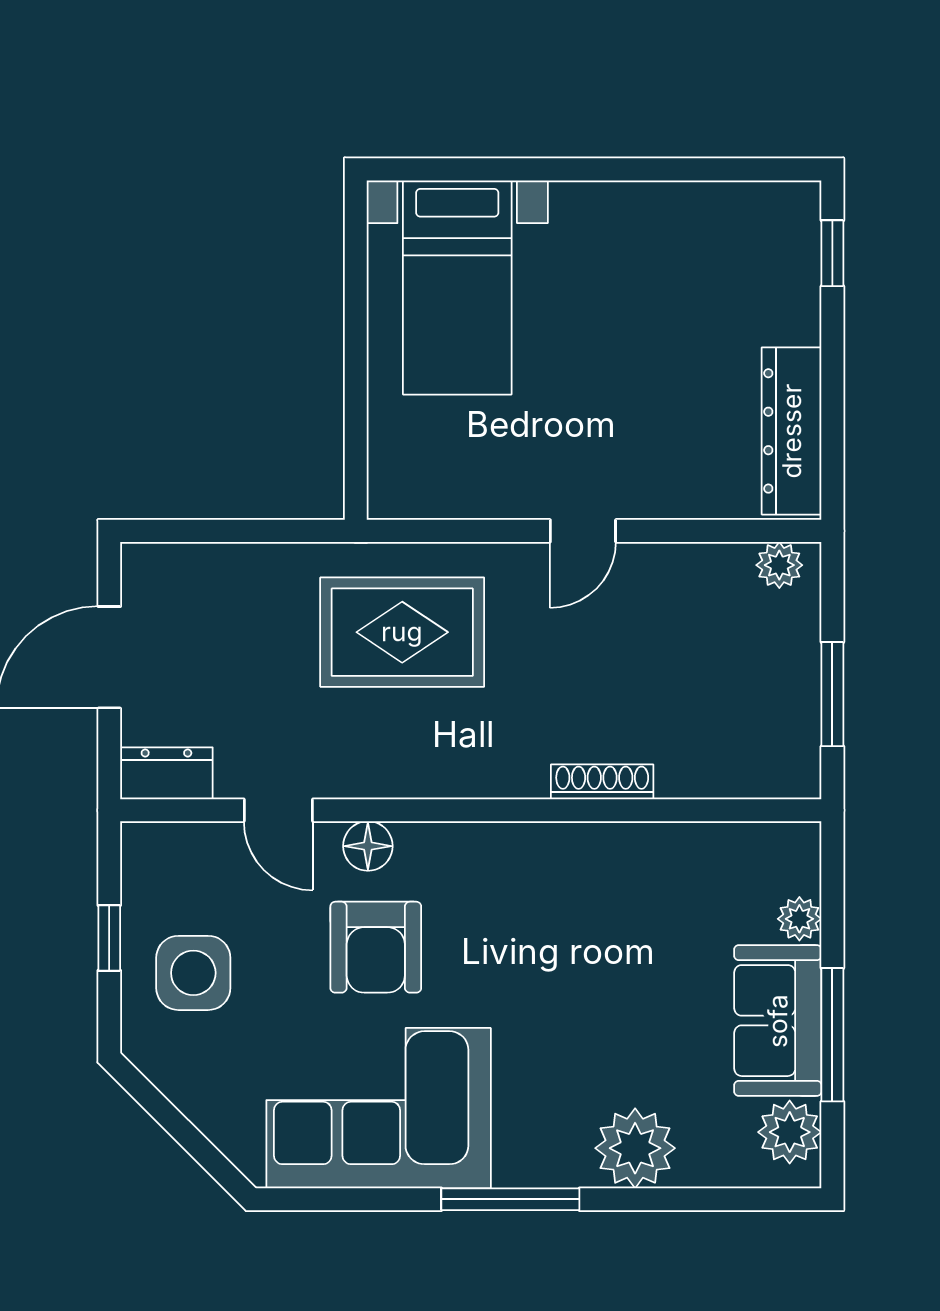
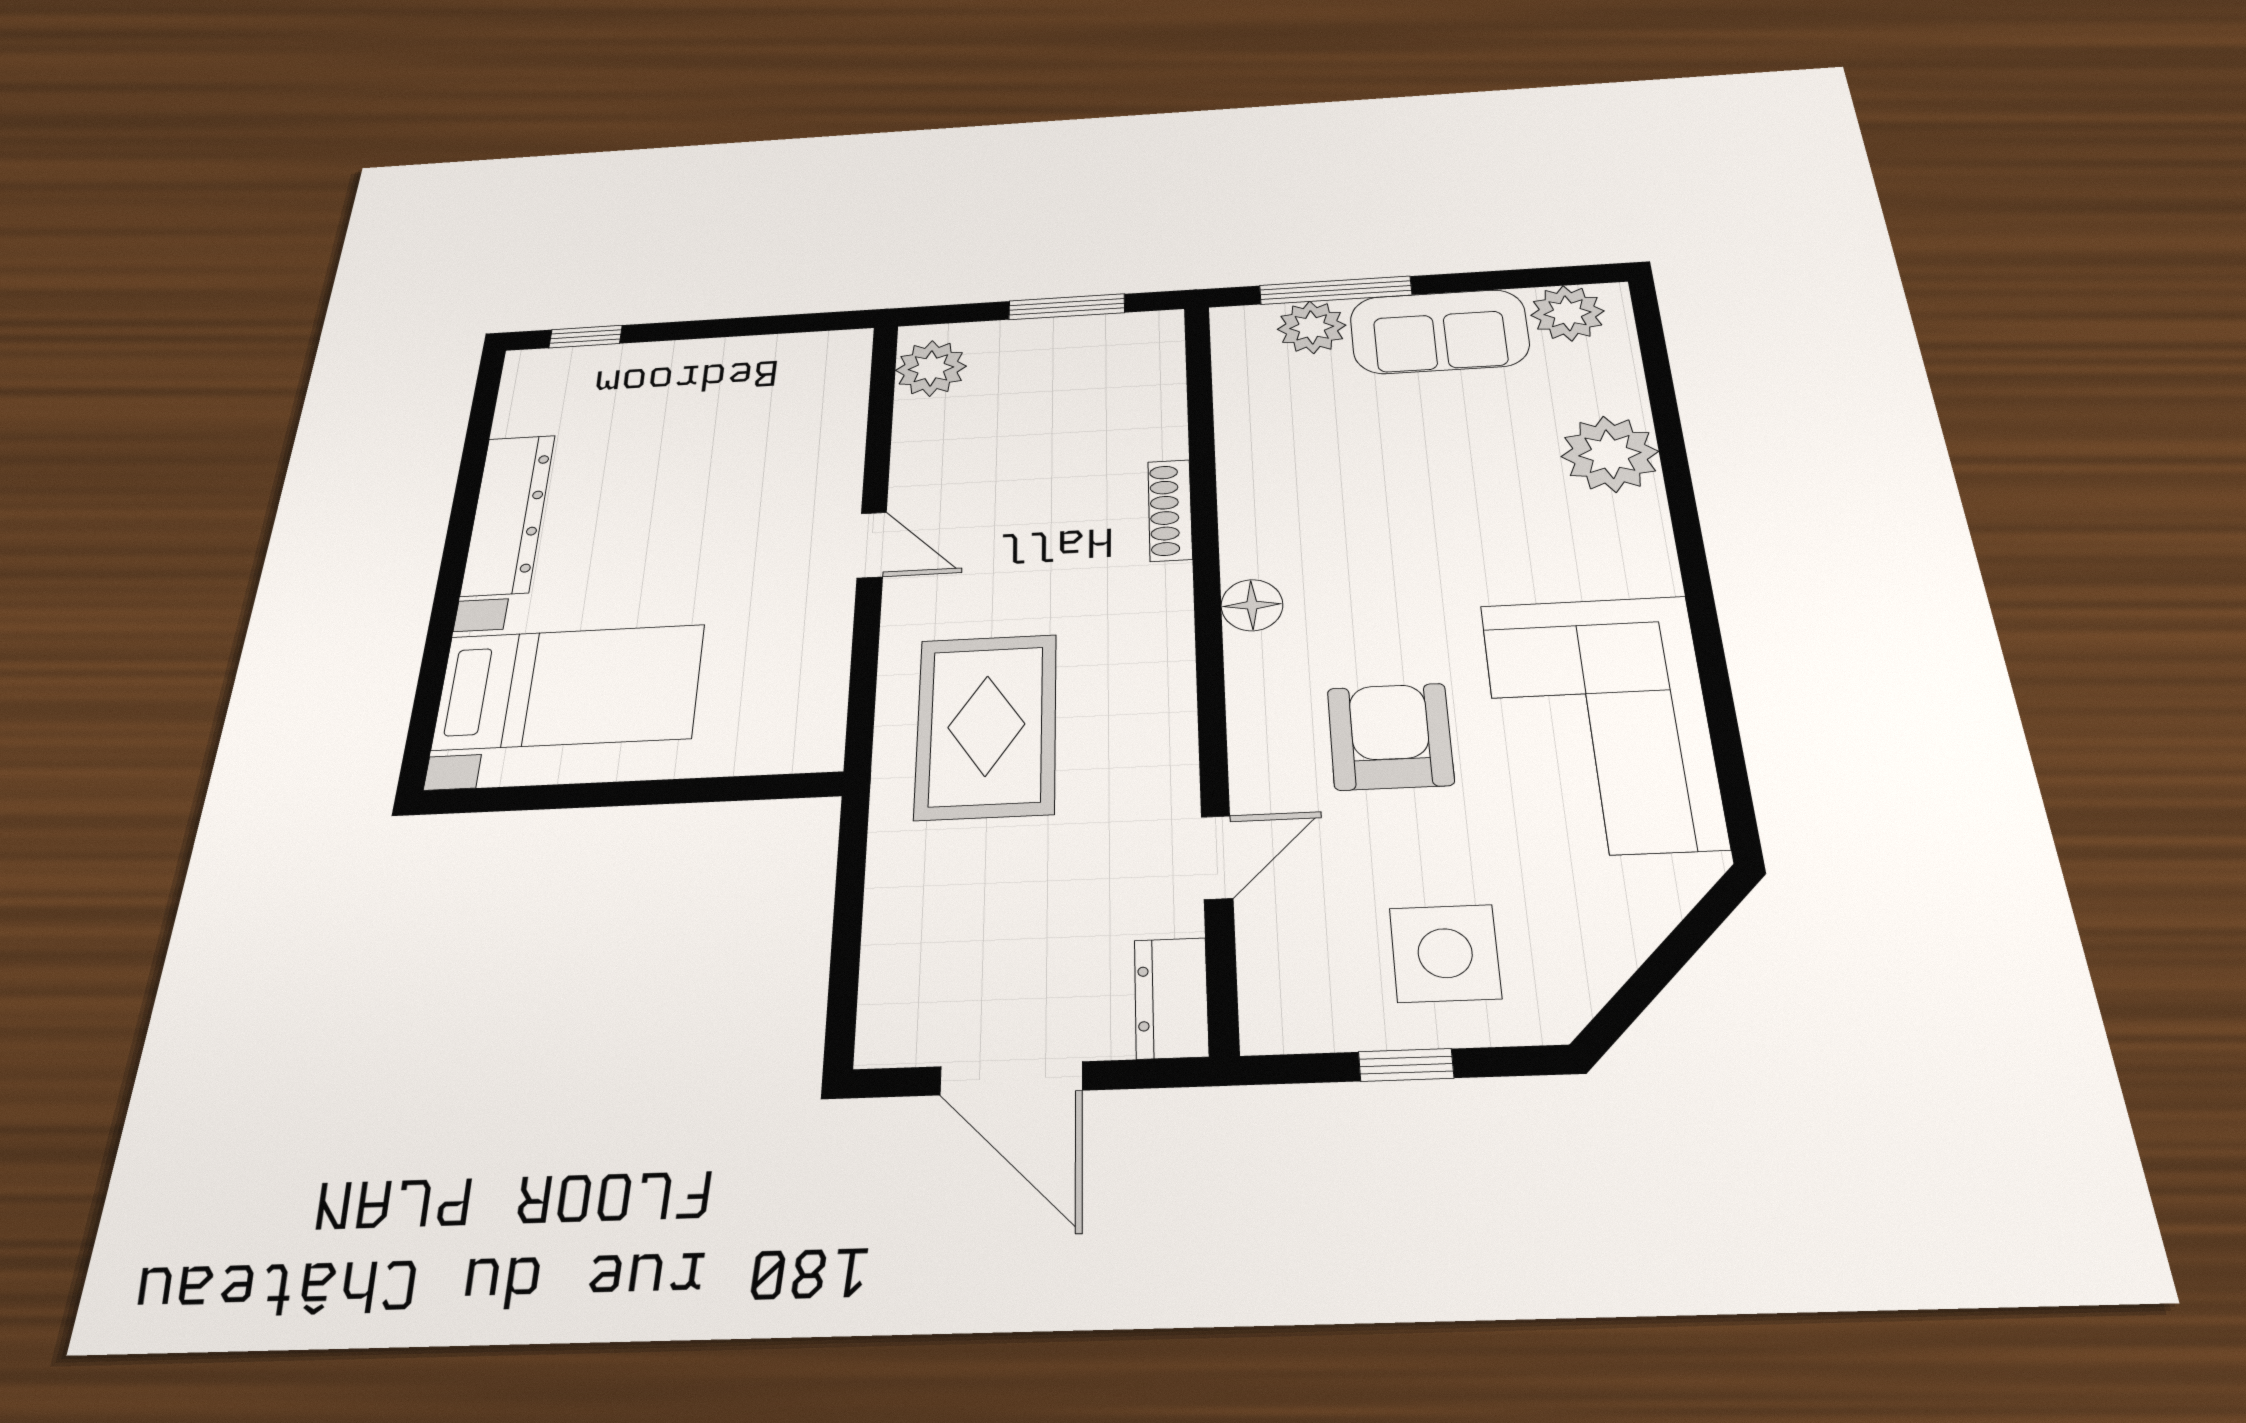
dresser: (792, 431) -> (508, 514), moved, turned -90
plant: (779, 565) -> (931, 368), width x1.38, depth x1.38
floor lamp: (368, 846) -> (1252, 605), moved
plant: (799, 919) -> (1312, 327), width x1.38, depth x1.38
armchair: (376, 947) -> (1390, 736), turned -90
window: (832, 1035) -> (1336, 290), moved
window: (510, 1199) -> (1695, 575), removed

